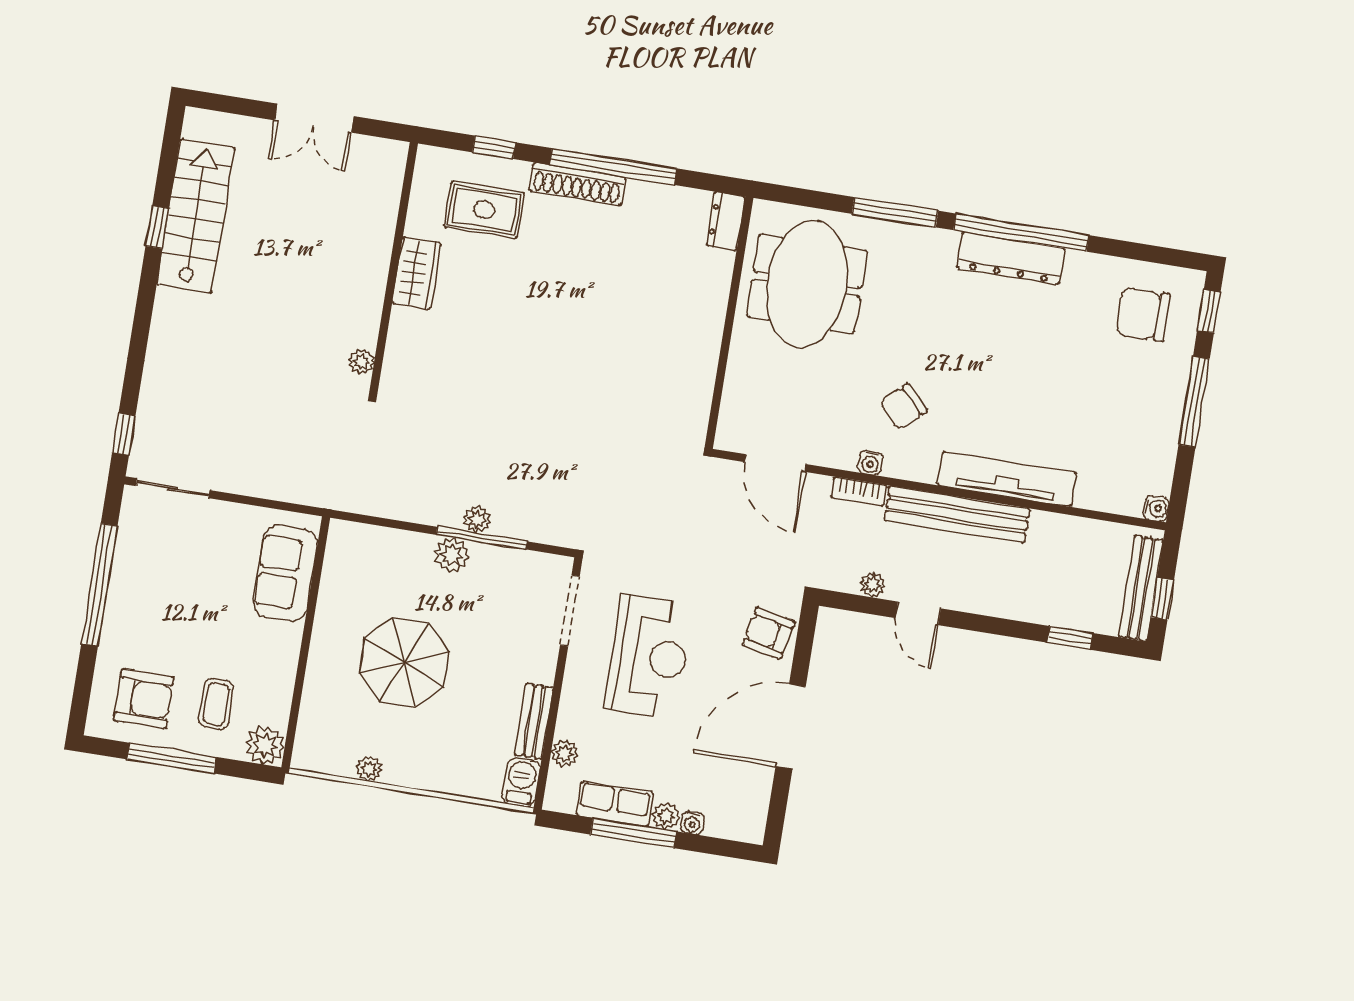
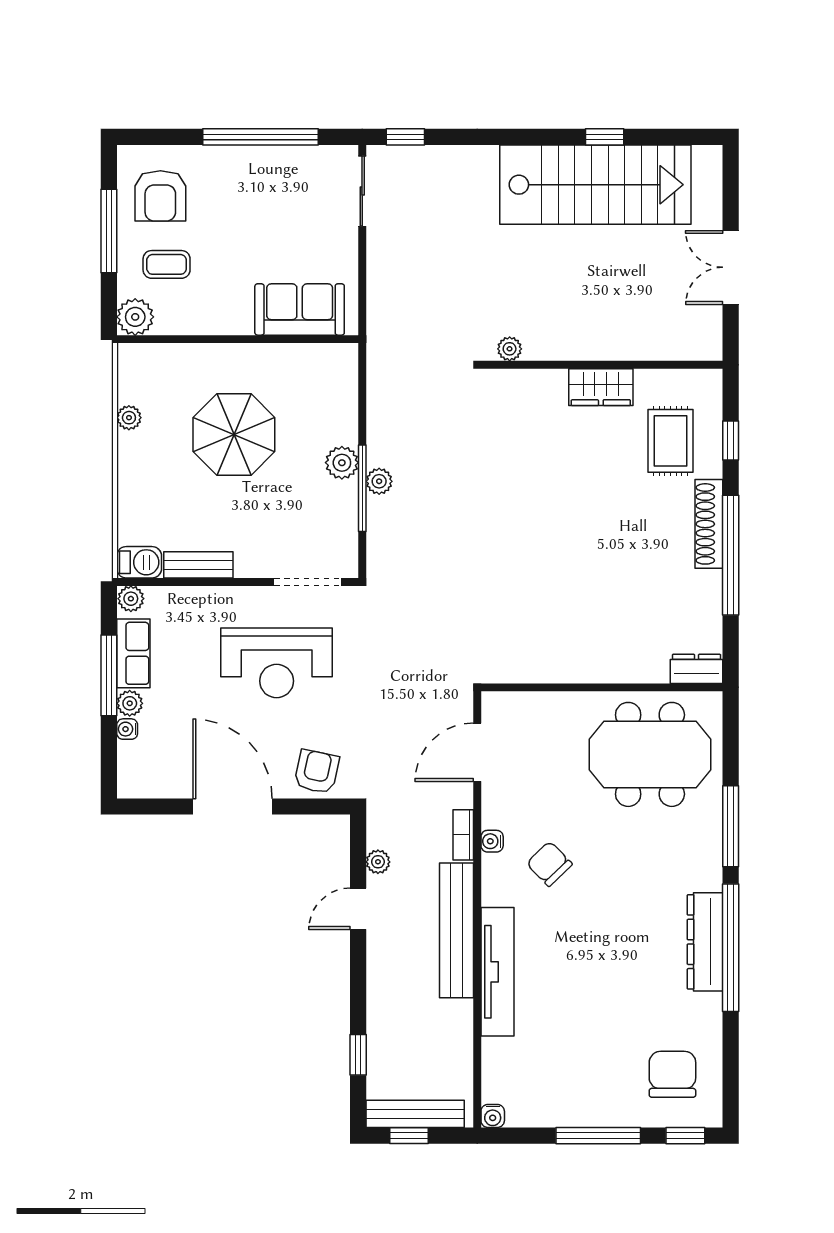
stairs: (196, 216) -> (595, 185), width x1.36, depth x1.51
plant: (565, 754) -> (131, 599), moved

